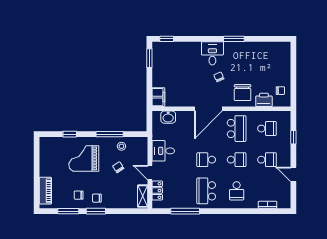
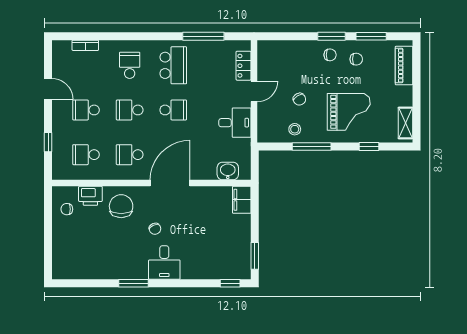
school desk: (237, 129) -> (130, 155), width x0.54
door: (150, 173) -> (254, 91), hinge flipped
shelving: (143, 196) -> (405, 123), moved

